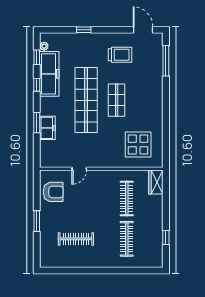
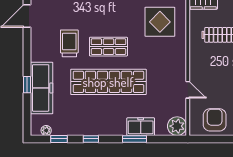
trolley: (120, 55) -> (69, 43), moved
freezer: (49, 74) -> (42, 88), moved, turned 90
plant: (48, 159) -> (177, 126), added

